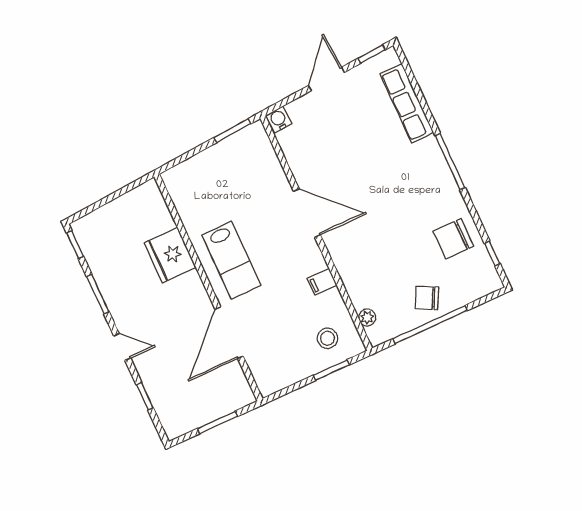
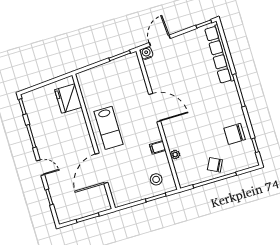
door: (326, 79) -> (160, 40), moved
row of seats: (407, 103) -> (219, 54), width x1.36
fridge: (170, 255) -> (68, 98), moved
plant: (367, 317) -> (175, 155), moved

